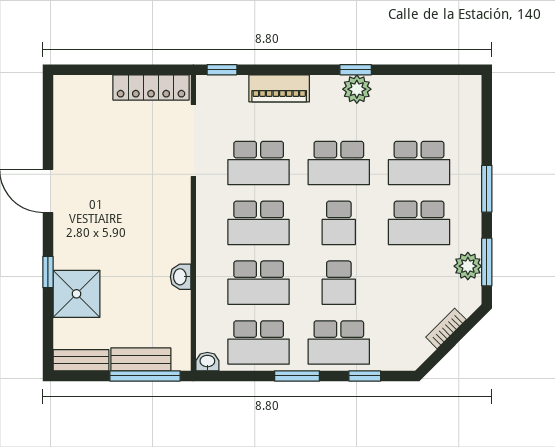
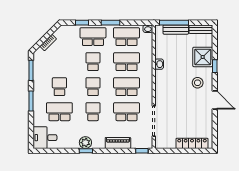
locker: (151, 87) -> (192, 143), moved
desk: (453, 101) -> (45, 138), added
school desk: (339, 163) -> (93, 112), width x0.54
school desk: (419, 223) -> (59, 87), width x0.54
stool: (89, 232) -> (198, 83), added
plant: (468, 266) -> (39, 69), removed

